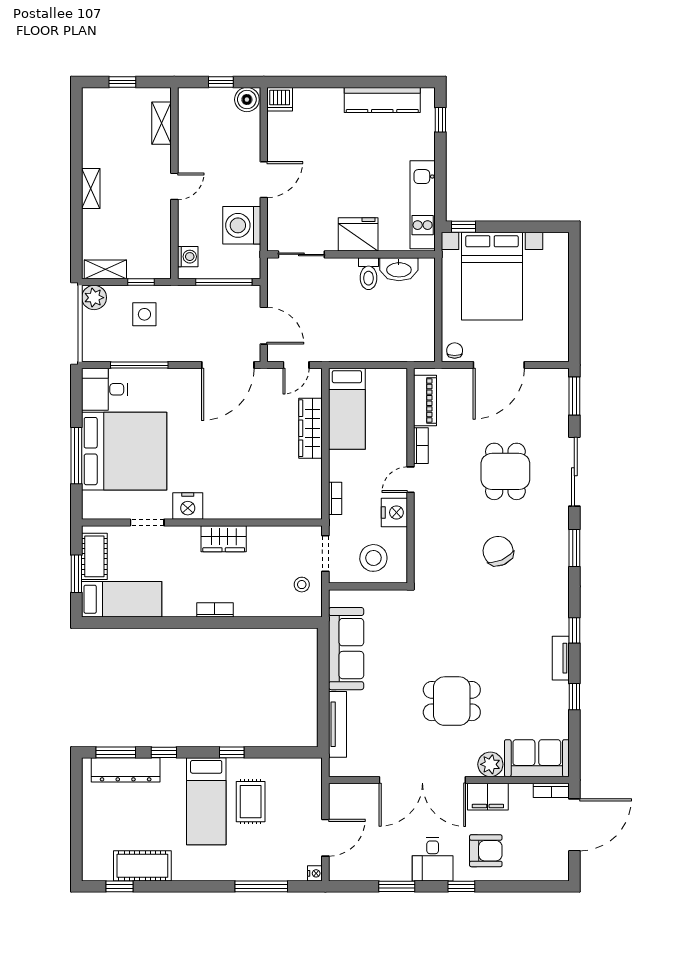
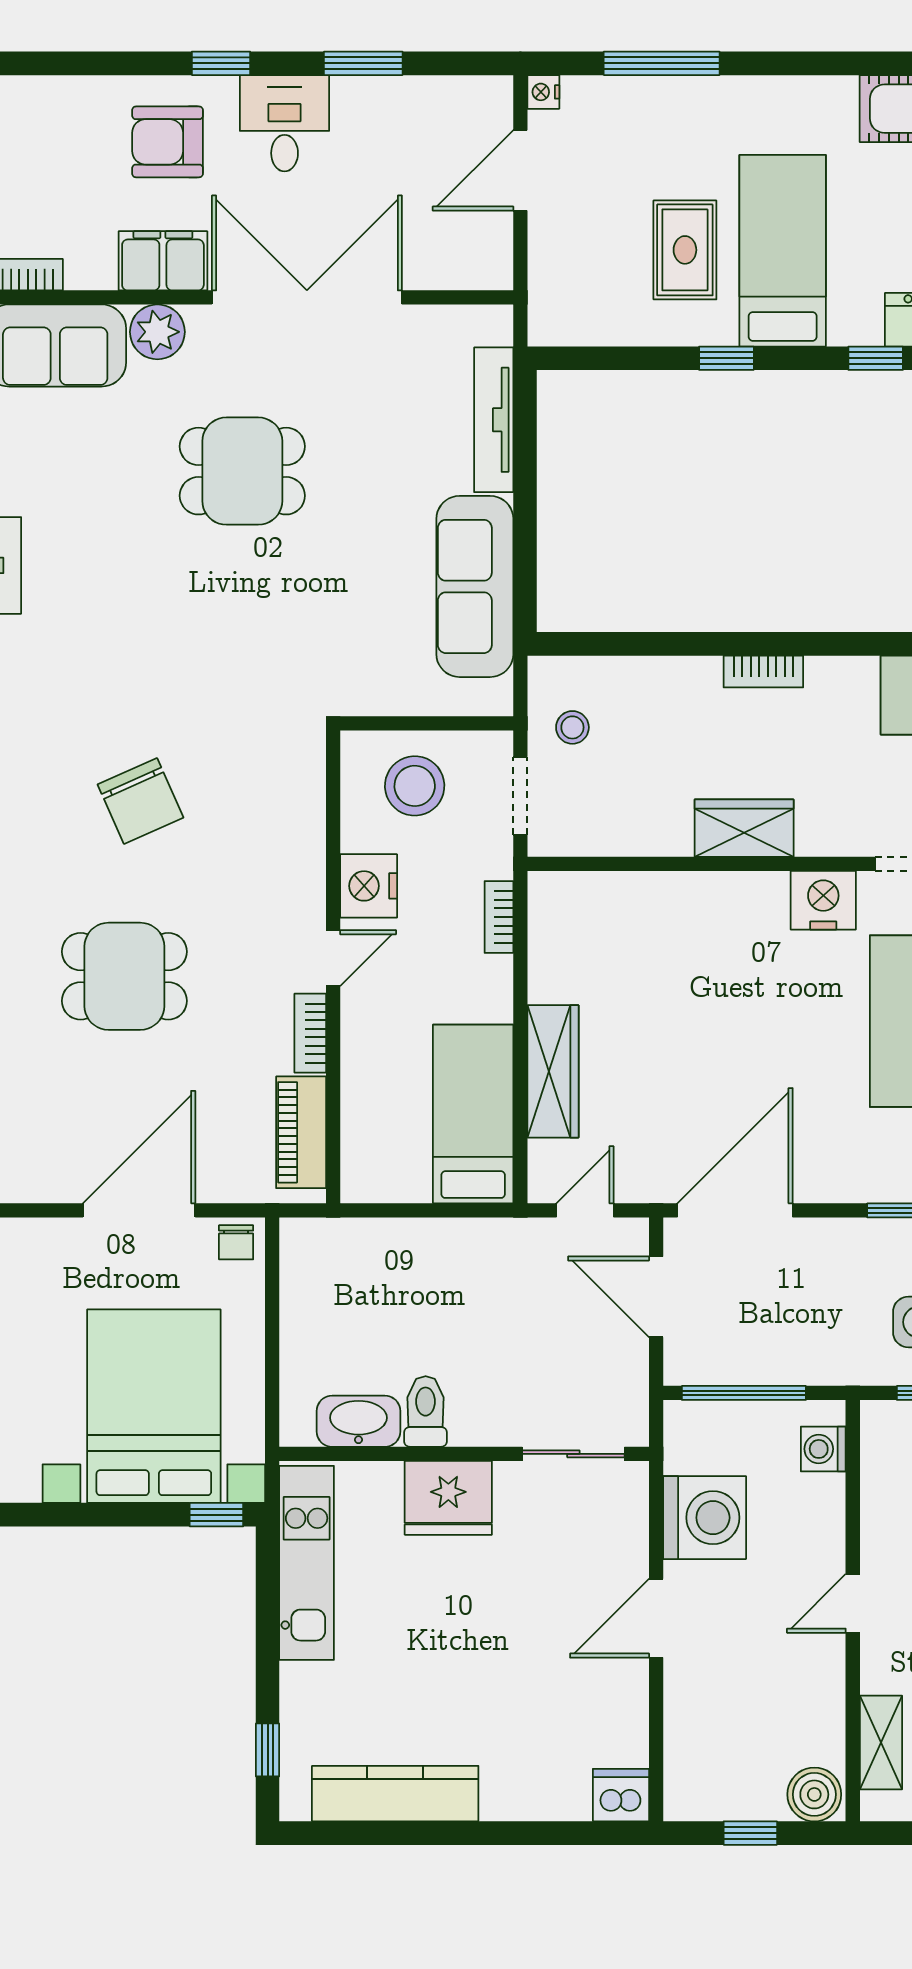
boiler: (247, 100) -> (814, 1794), moved
dining table: (505, 471) -> (124, 976), turned 90

